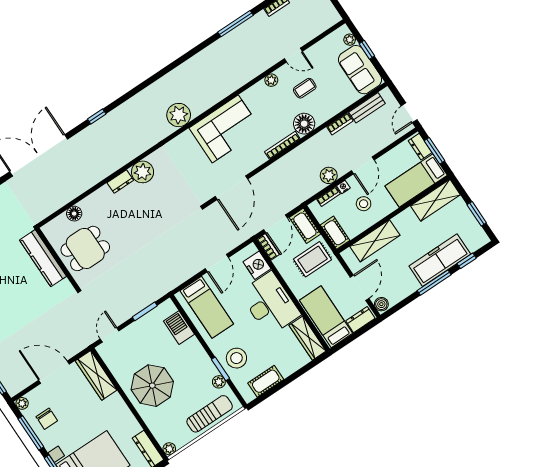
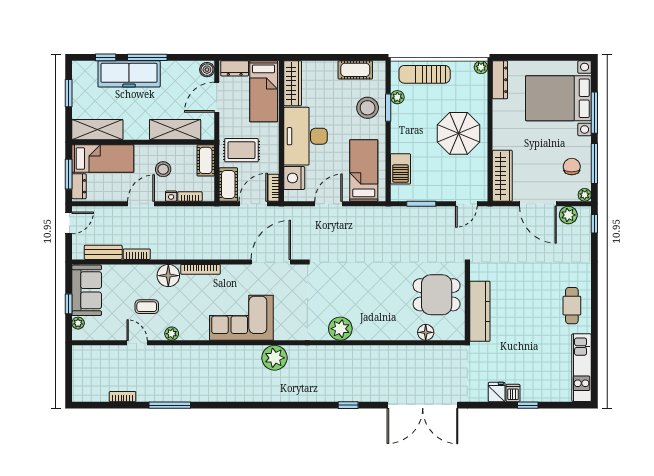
plant: (329, 175) -> (568, 215), moved
dresser: (120, 182) -> (366, 333), removed

